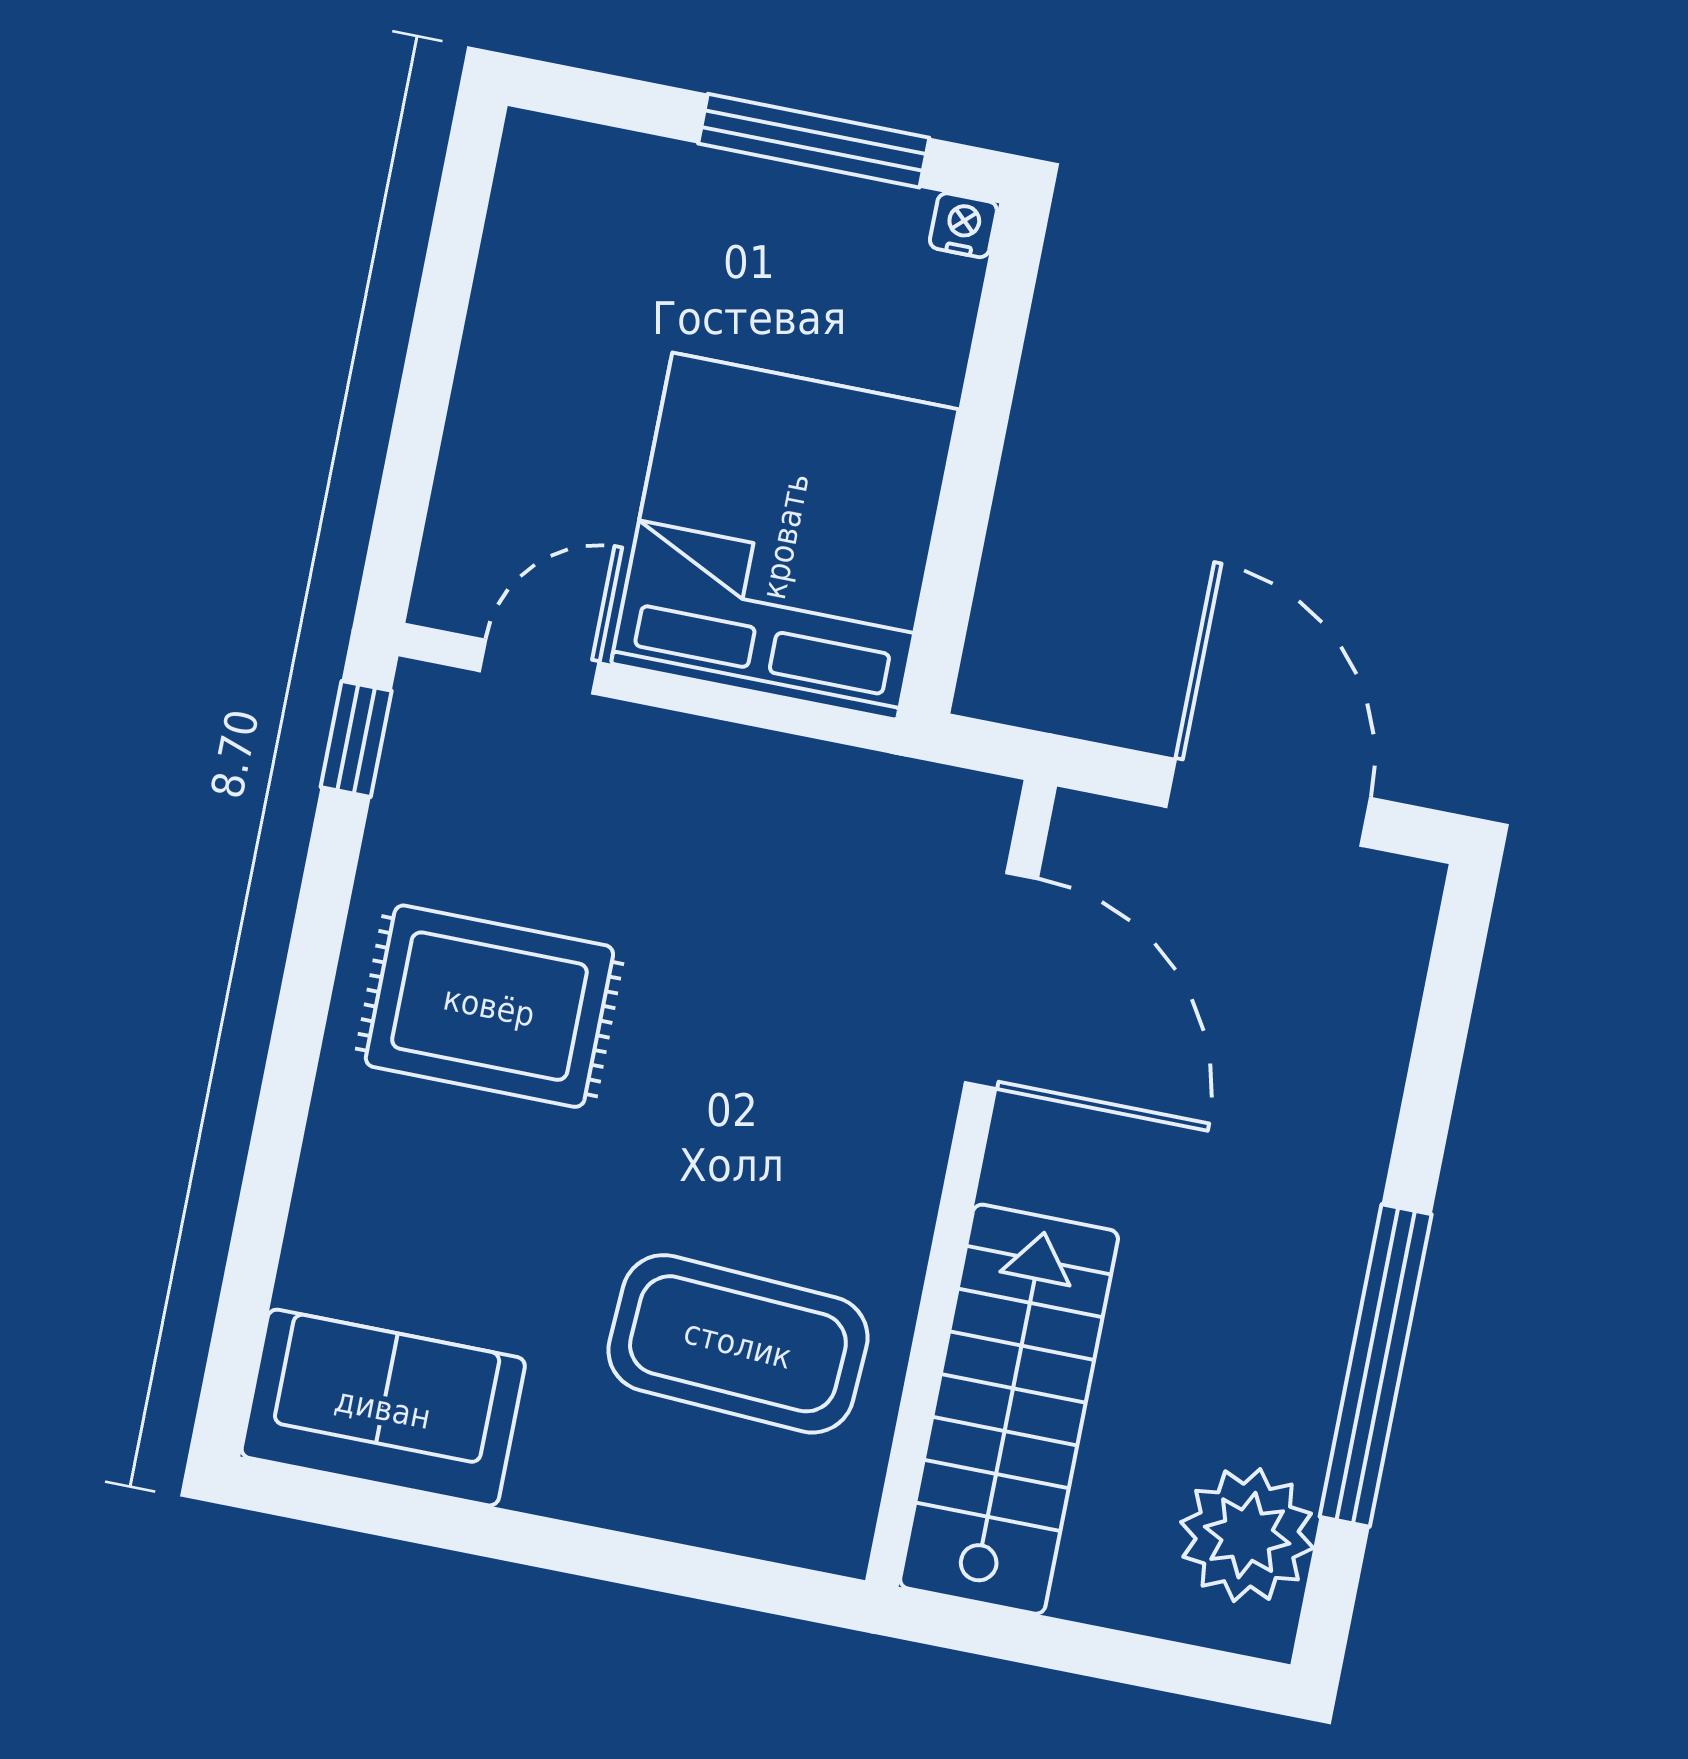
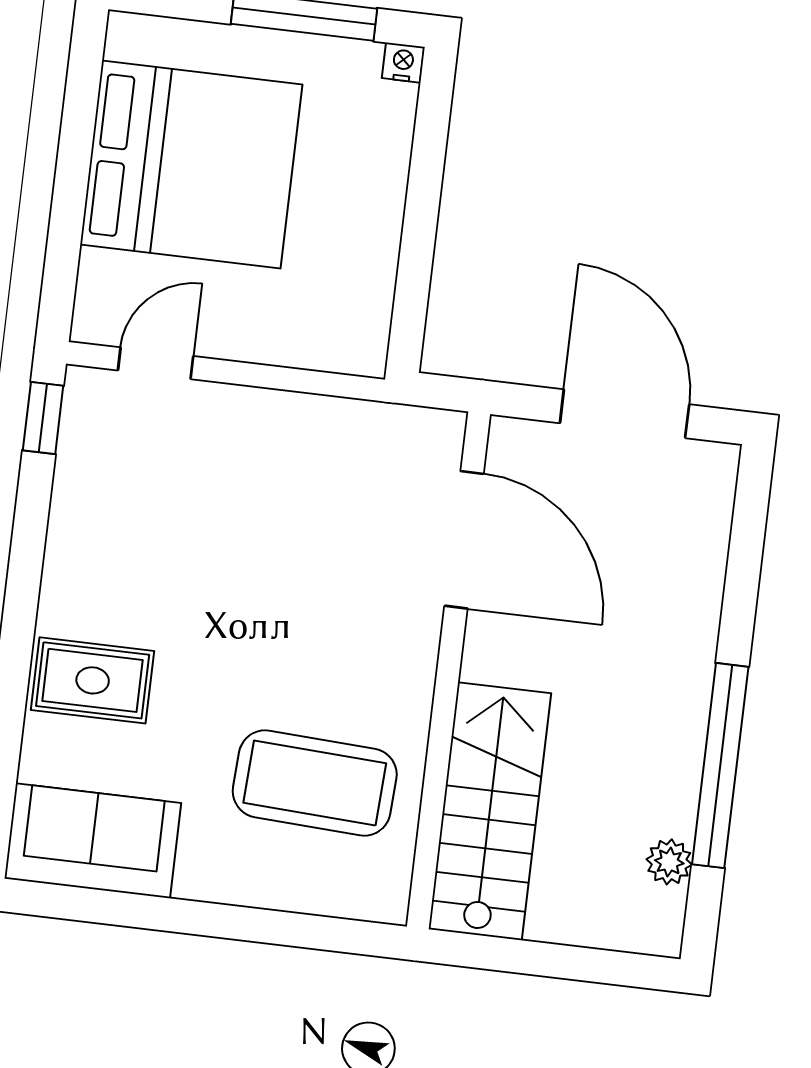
bed: (785, 536) -> (191, 165), moved, turned 90
rug: (489, 1006) -> (93, 680), moved, width x0.73, depth x0.70
plant: (1247, 1535) -> (669, 862), width x0.53, depth x0.53

